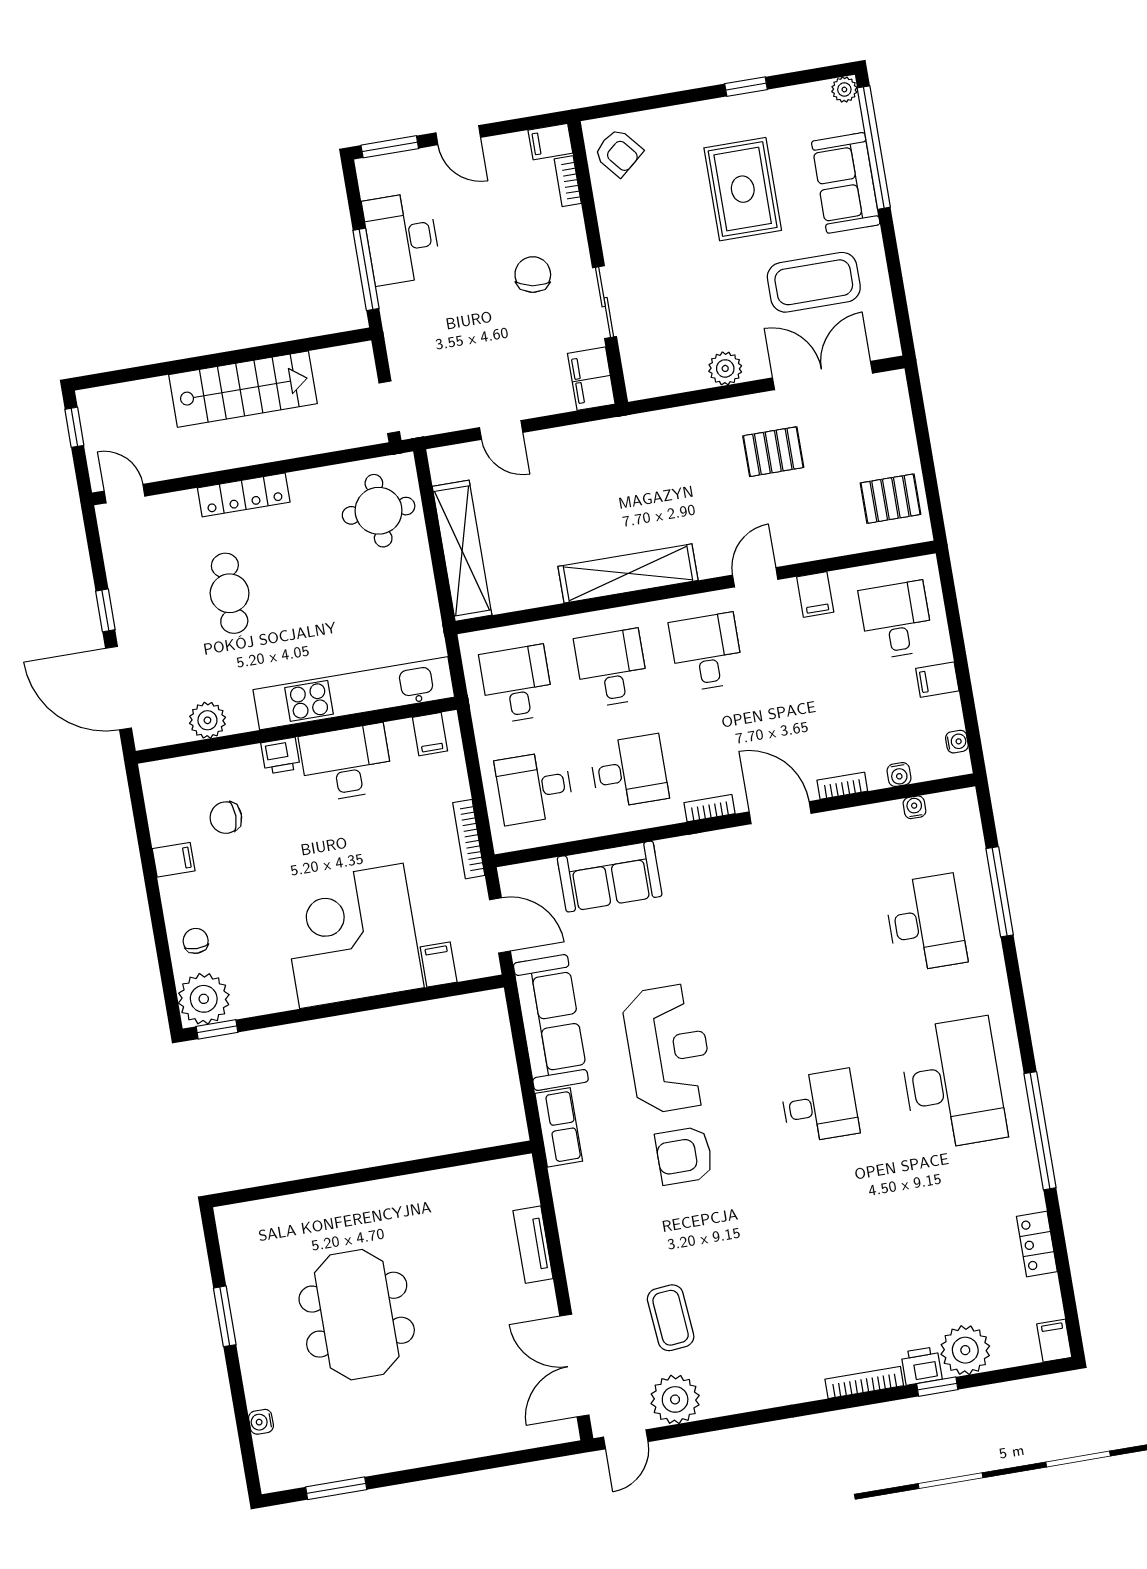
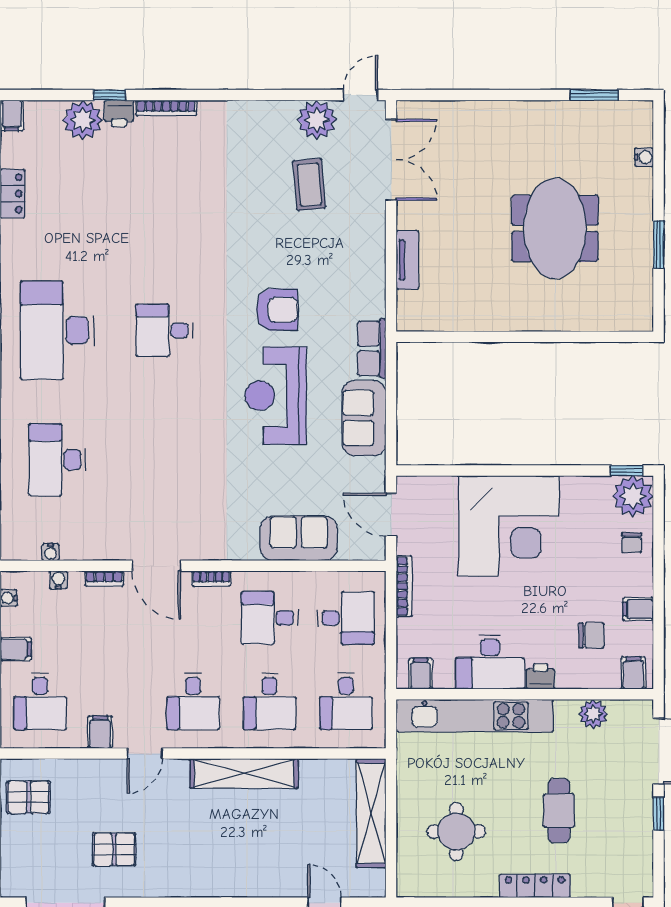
round table: (379, 511) -> (456, 832), moved
filing cabinet: (439, 965) -> (633, 673), moved, turned 180
sofa: (551, 1022) -> (364, 418), width x0.73

